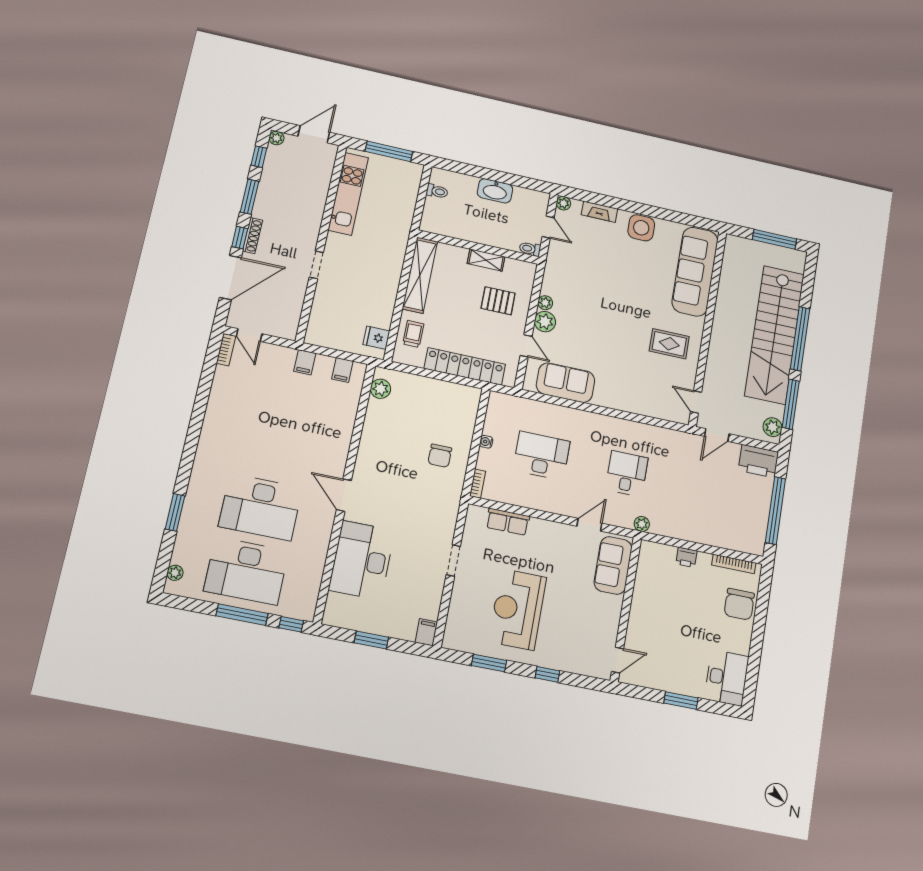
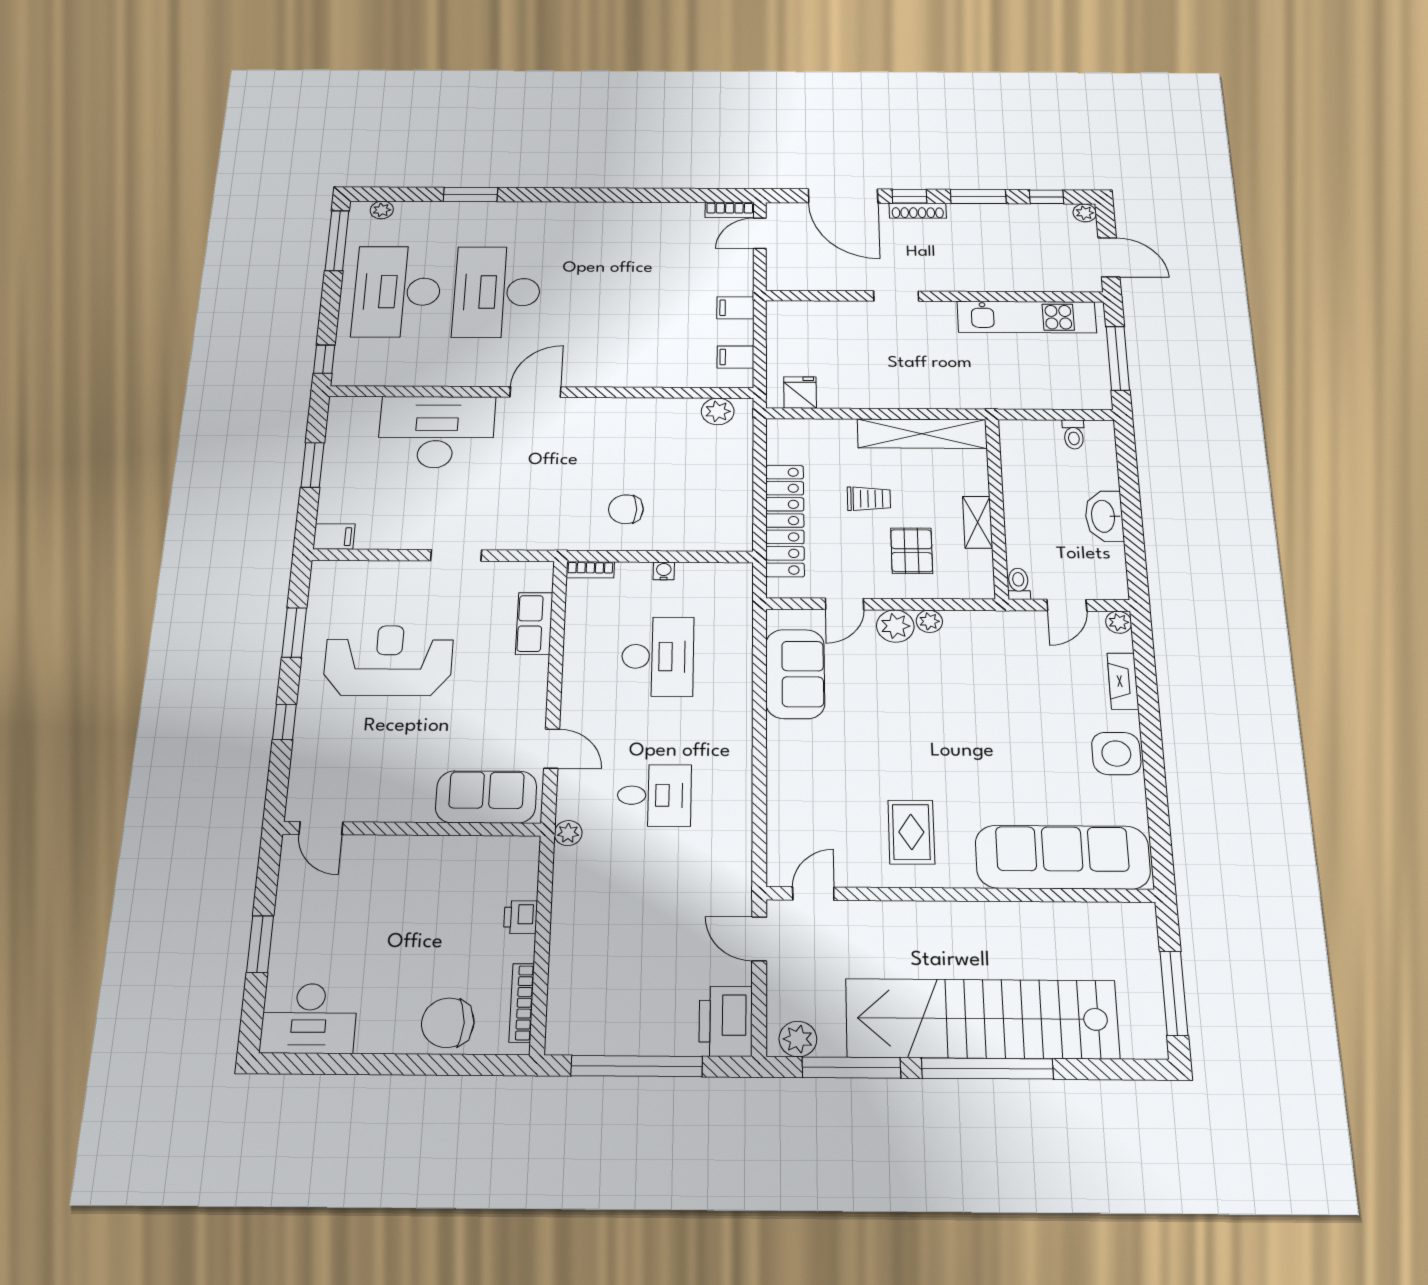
trolley: (413, 334) -> (869, 499), moved
window: (242, 615) -> (337, 241), moved

